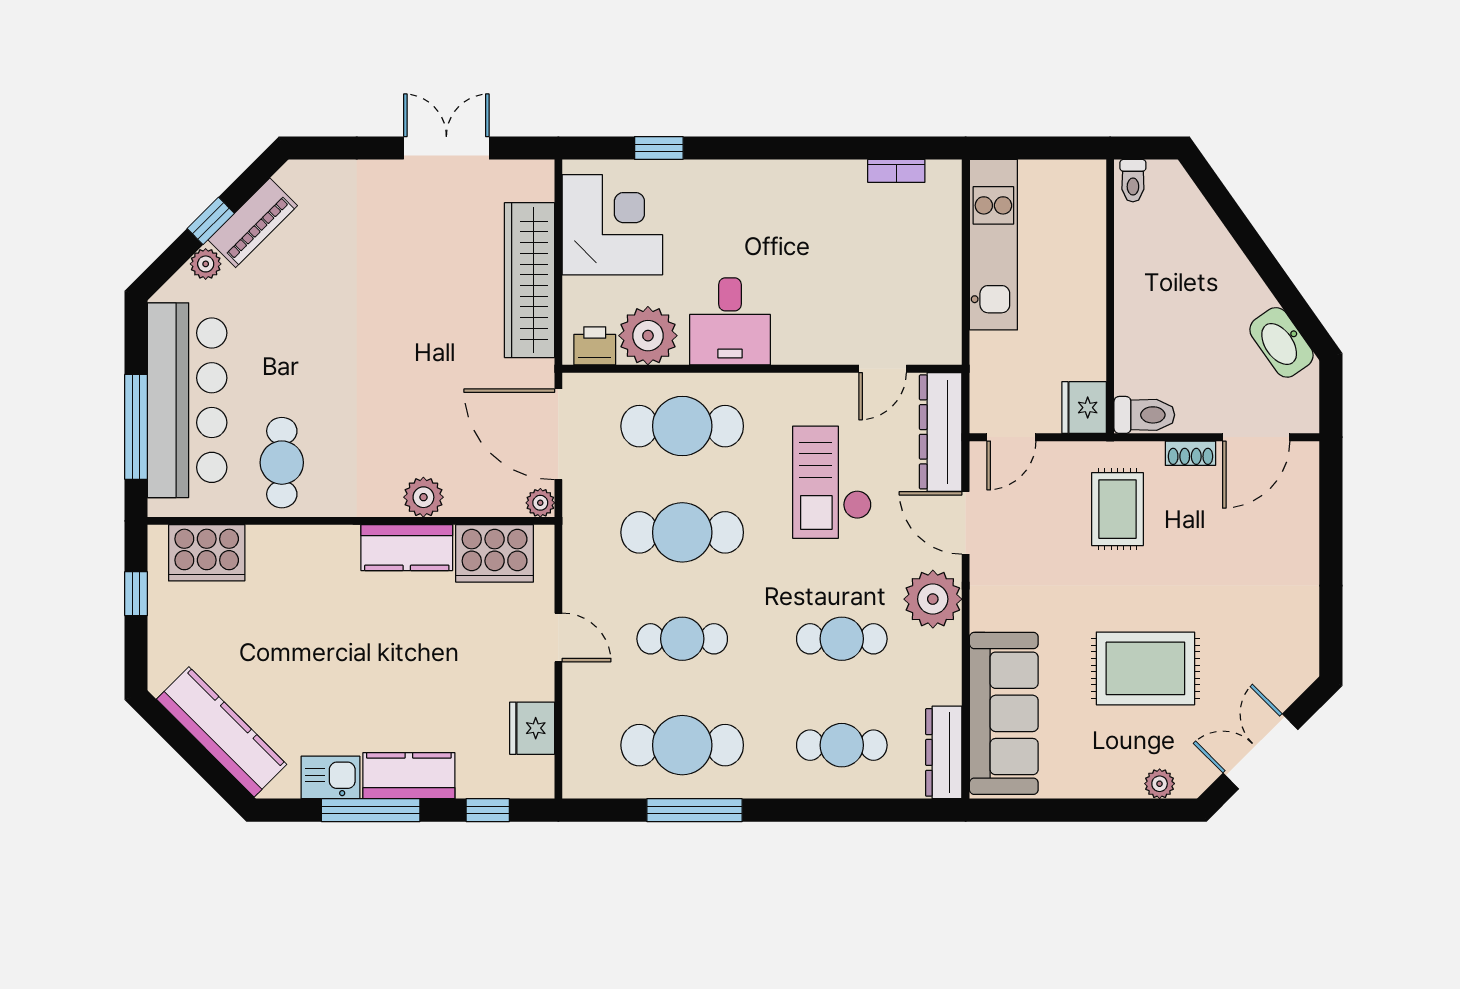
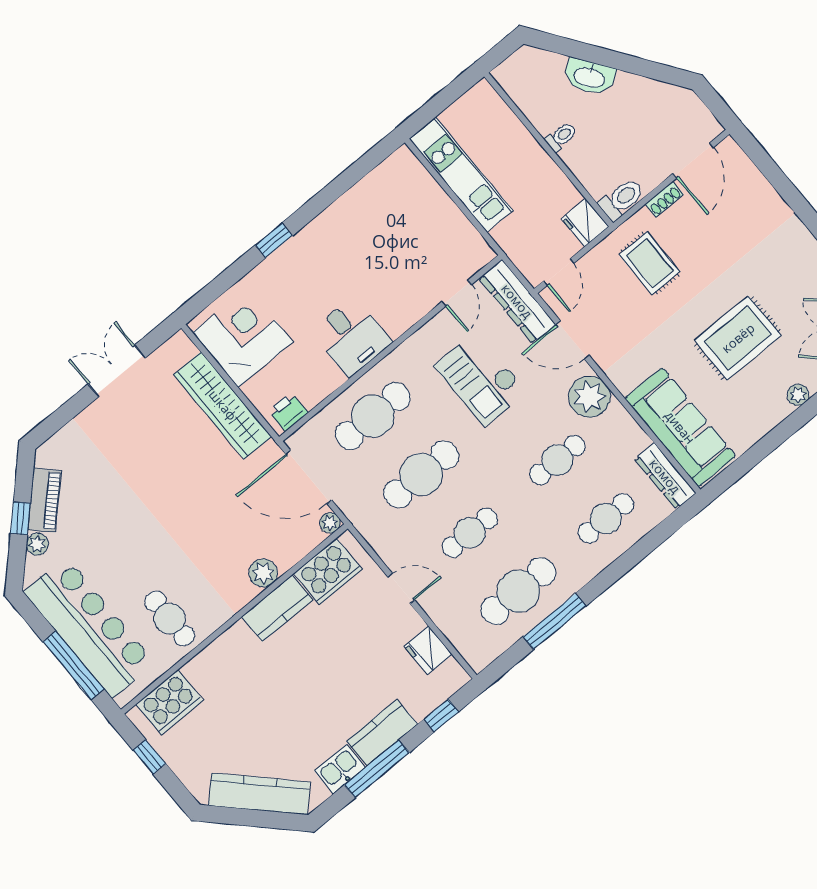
window: (659, 148) -> (274, 240), moved
bookcase: (896, 171) -> (374, 178), removed
toilet: (1133, 181) -> (561, 137), moved, turned -90
plant: (648, 336) -> (313, 382), removed
washbasin: (1281, 342) -> (589, 77), moved

